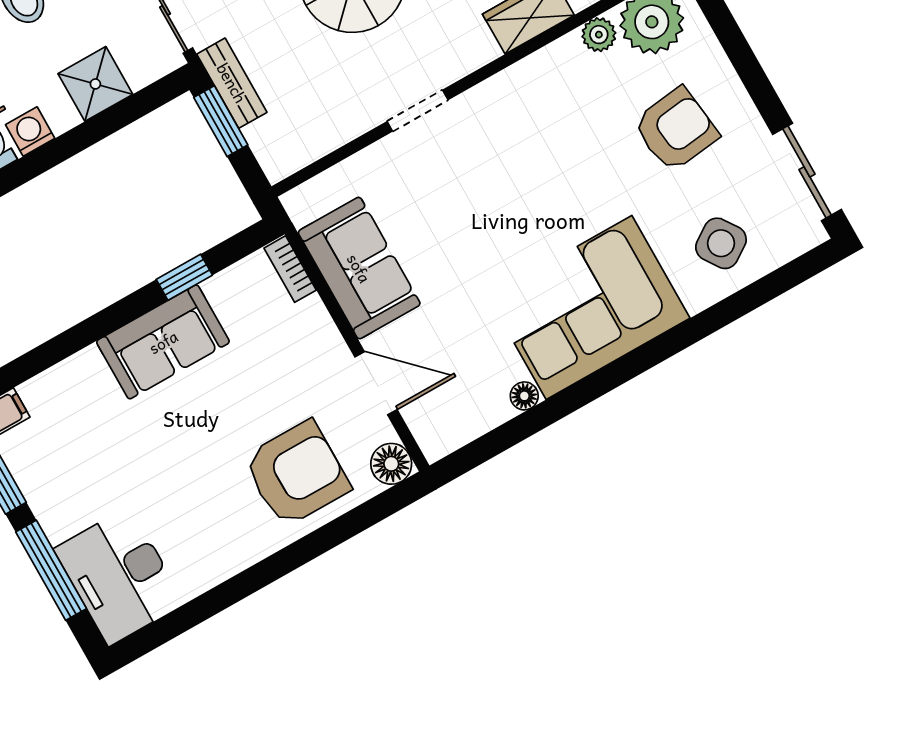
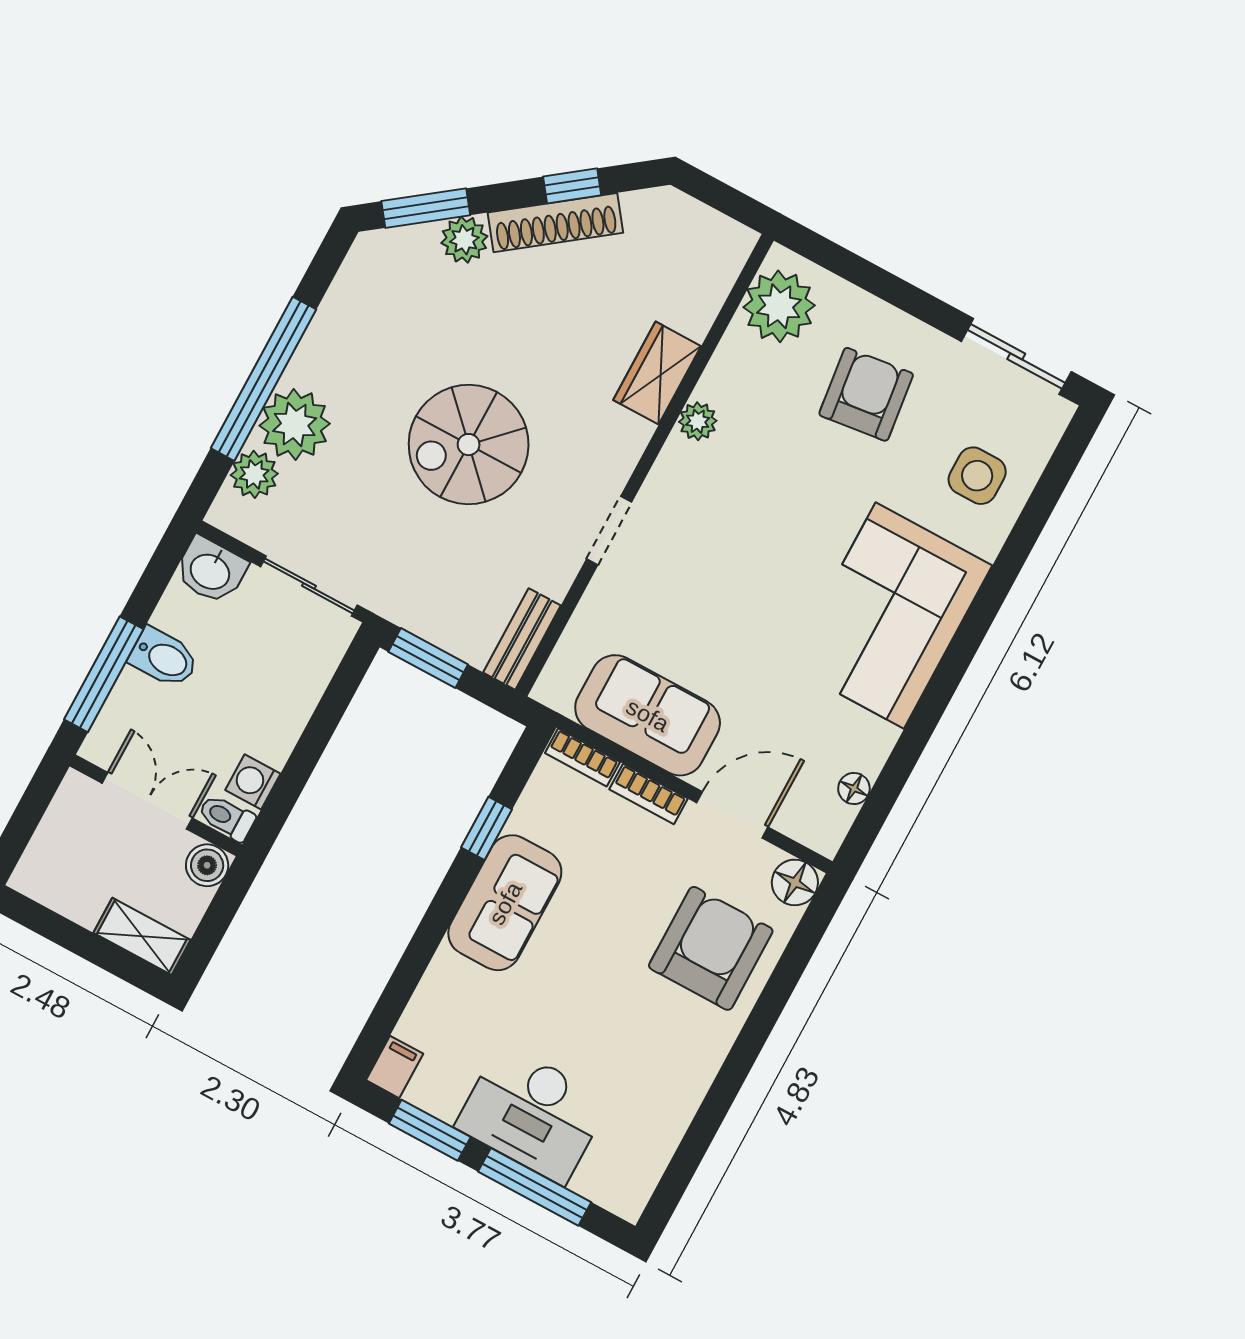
plant: (599, 35) -> (698, 421), moved
bench: (232, 83) -> (522, 639), moved, turned 90
shower: (95, 84) -> (287, 698), removed
side table: (721, 243) -> (977, 476), turned 34
bookcase: (323, 328) -> (649, 794), added
floor lamp: (524, 396) -> (854, 788), moved
desk: (119, 576) -> (532, 1114), moved

